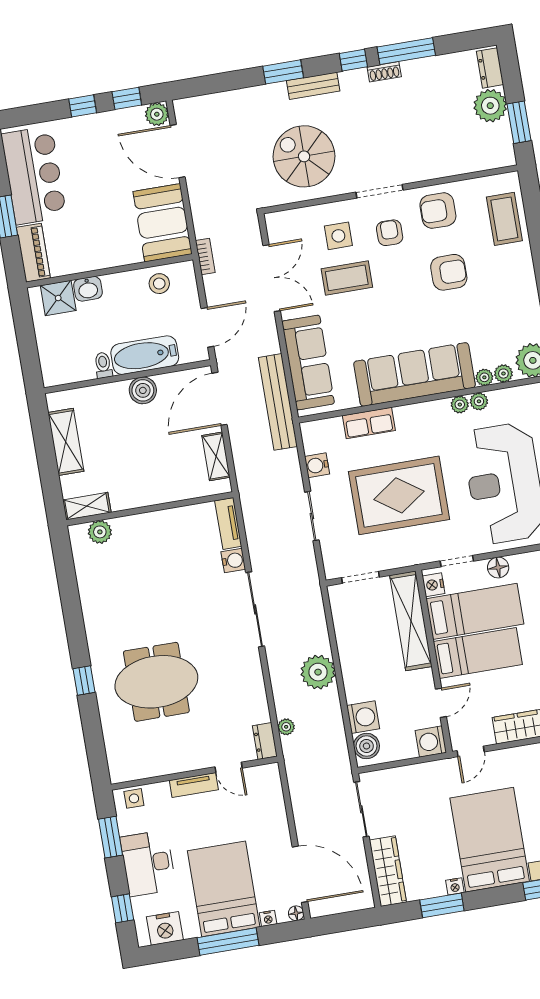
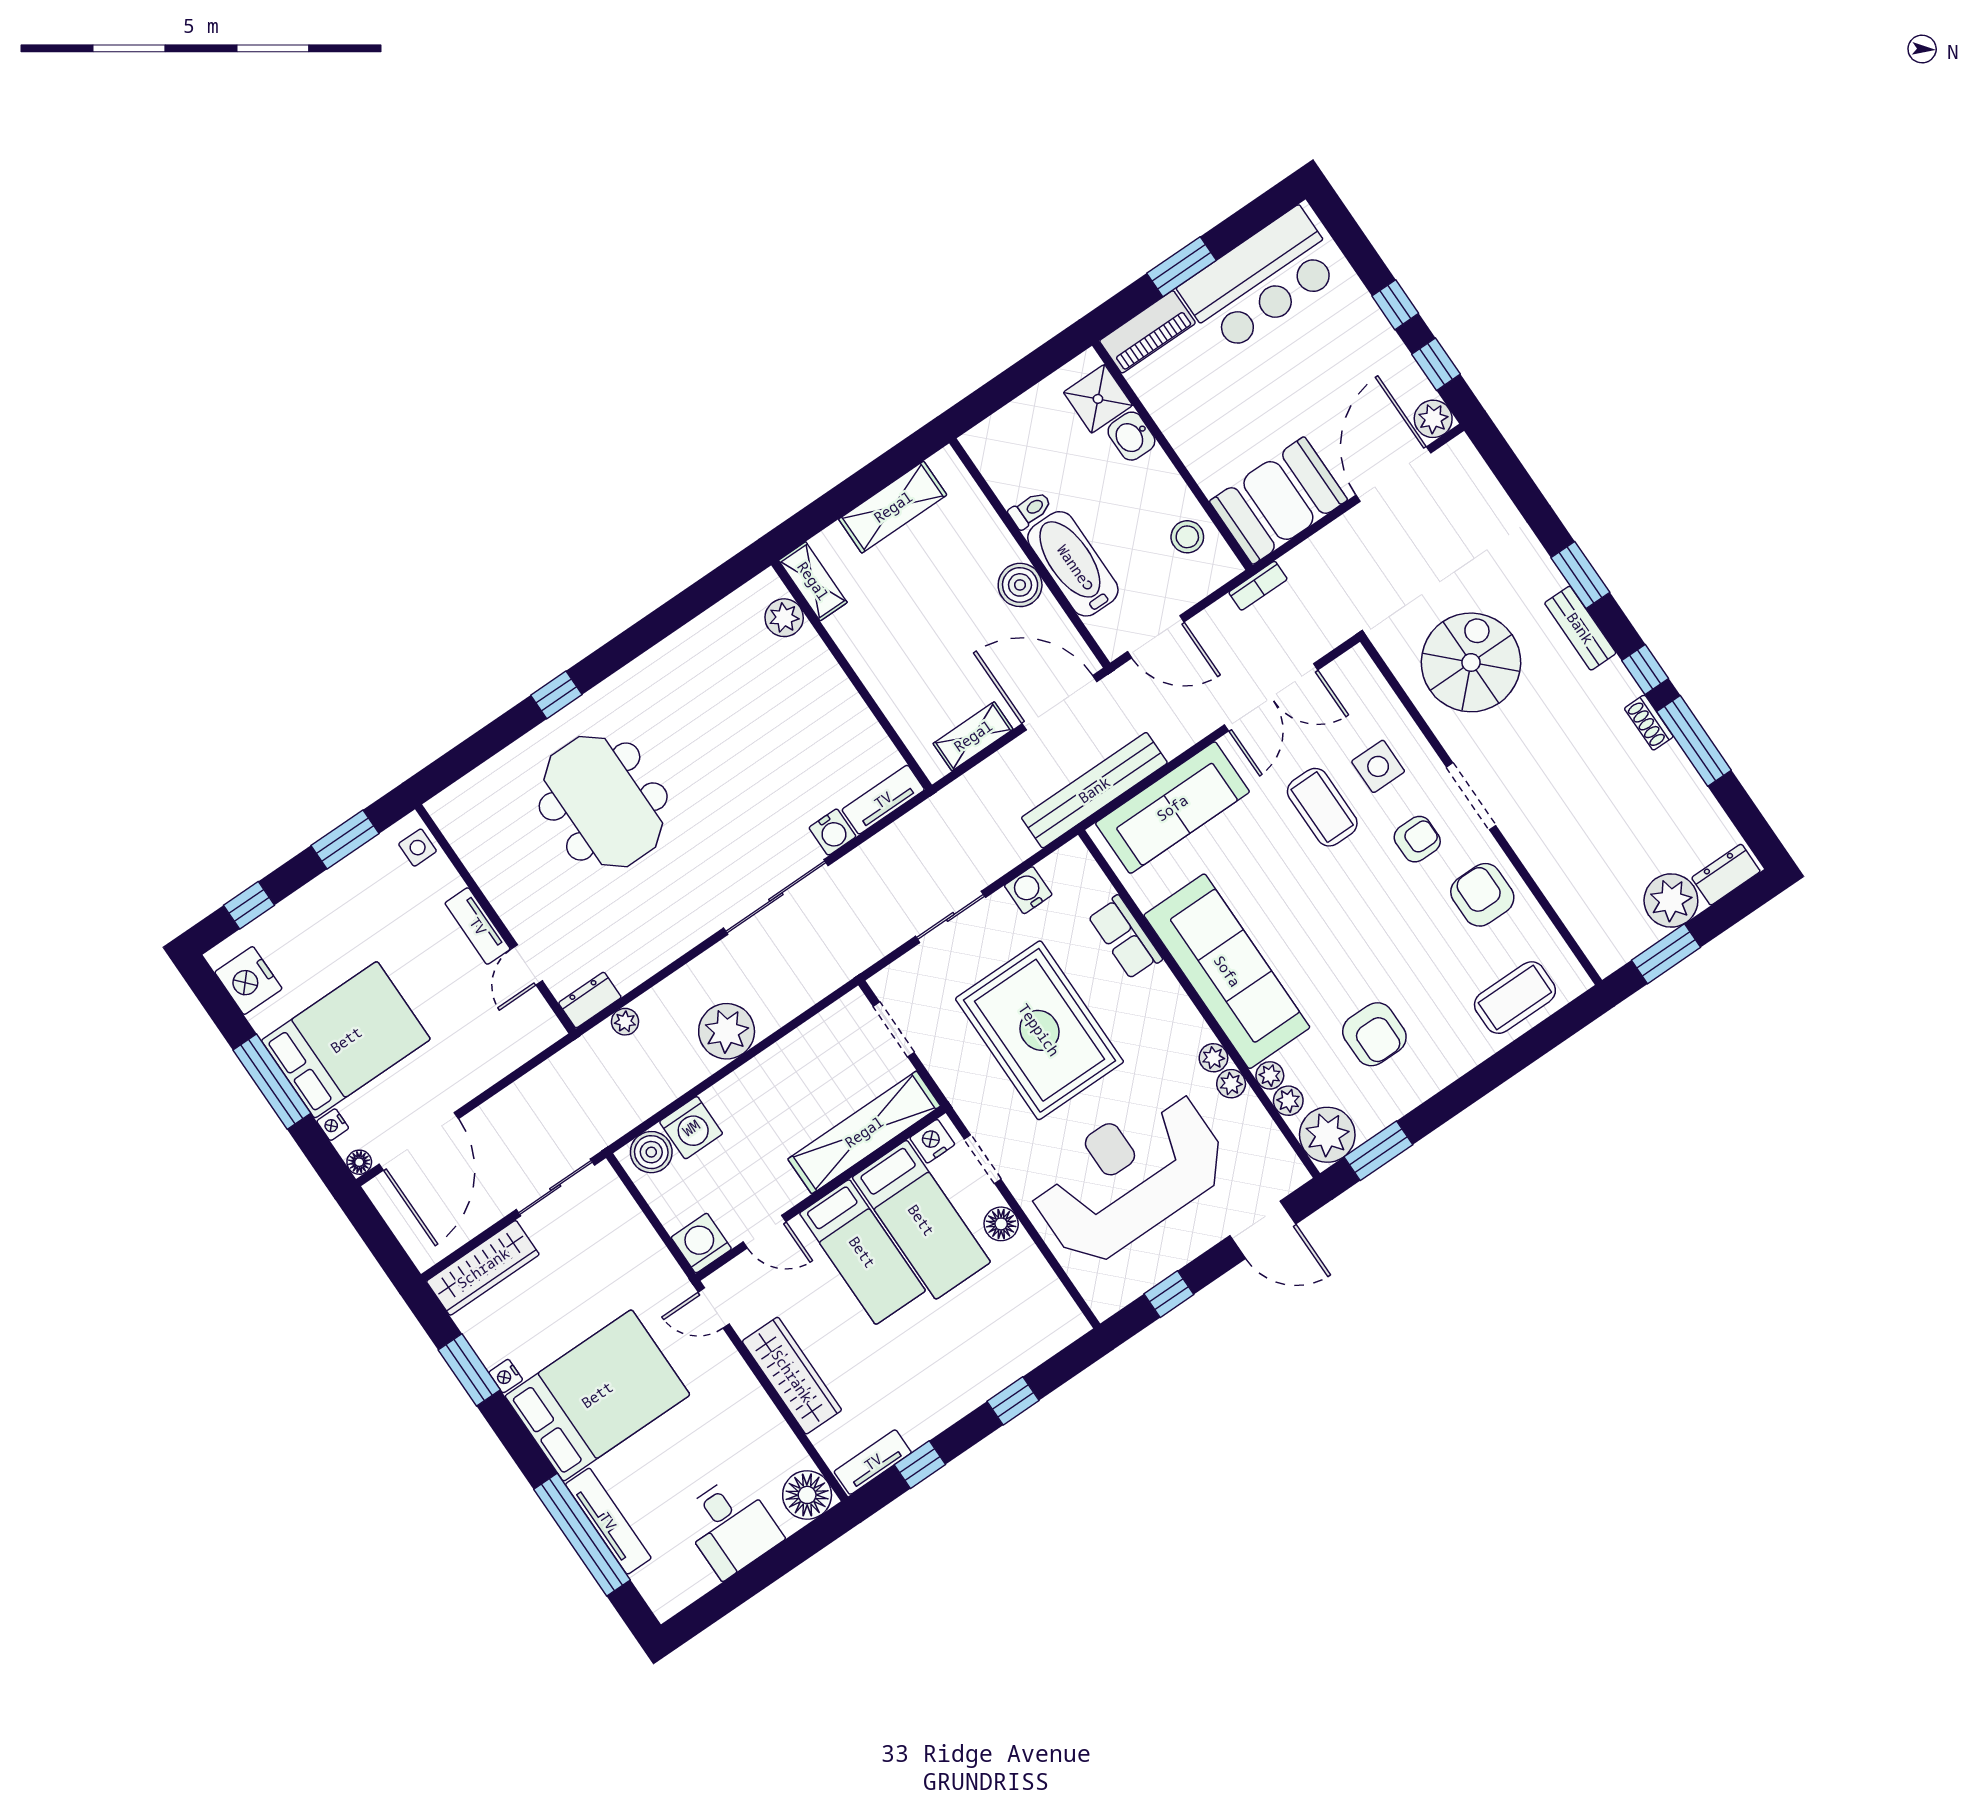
armchair: (449, 272) -> (1374, 1034), moved
desk: (148, 863) -> (332, 912), removed

